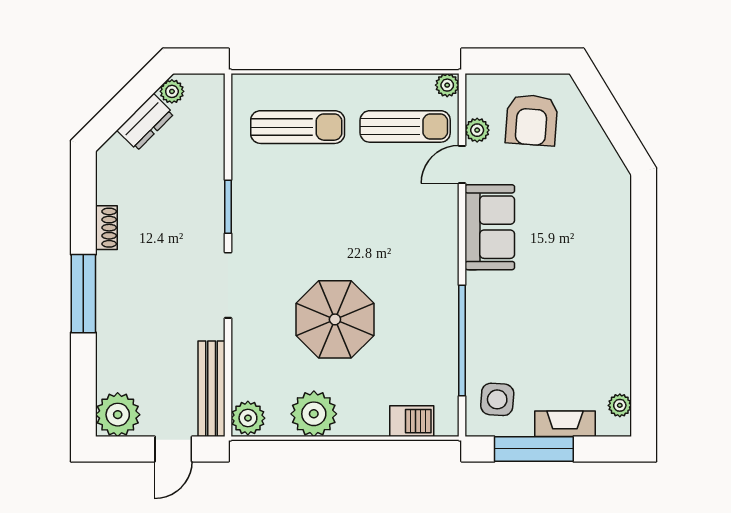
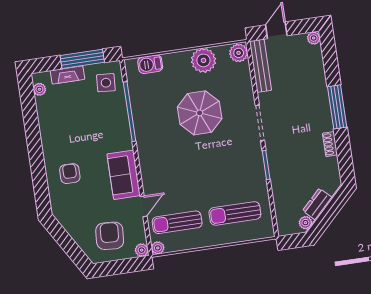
plant: (477, 130) -> (142, 250), moved
armchair: (587, 244) -> (70, 174), added
plant: (118, 415) -> (314, 38), width x0.53, depth x0.53

